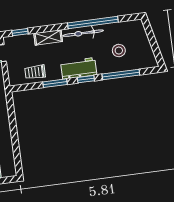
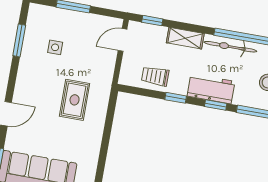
window: (55, 83) -> (176, 98), width x0.67

